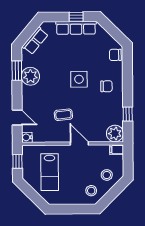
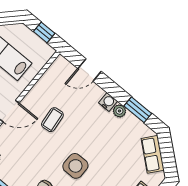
plant: (30, 76) -> (119, 111), width x0.53, depth x0.53
water cooler: (27, 137) -> (108, 102), moved

